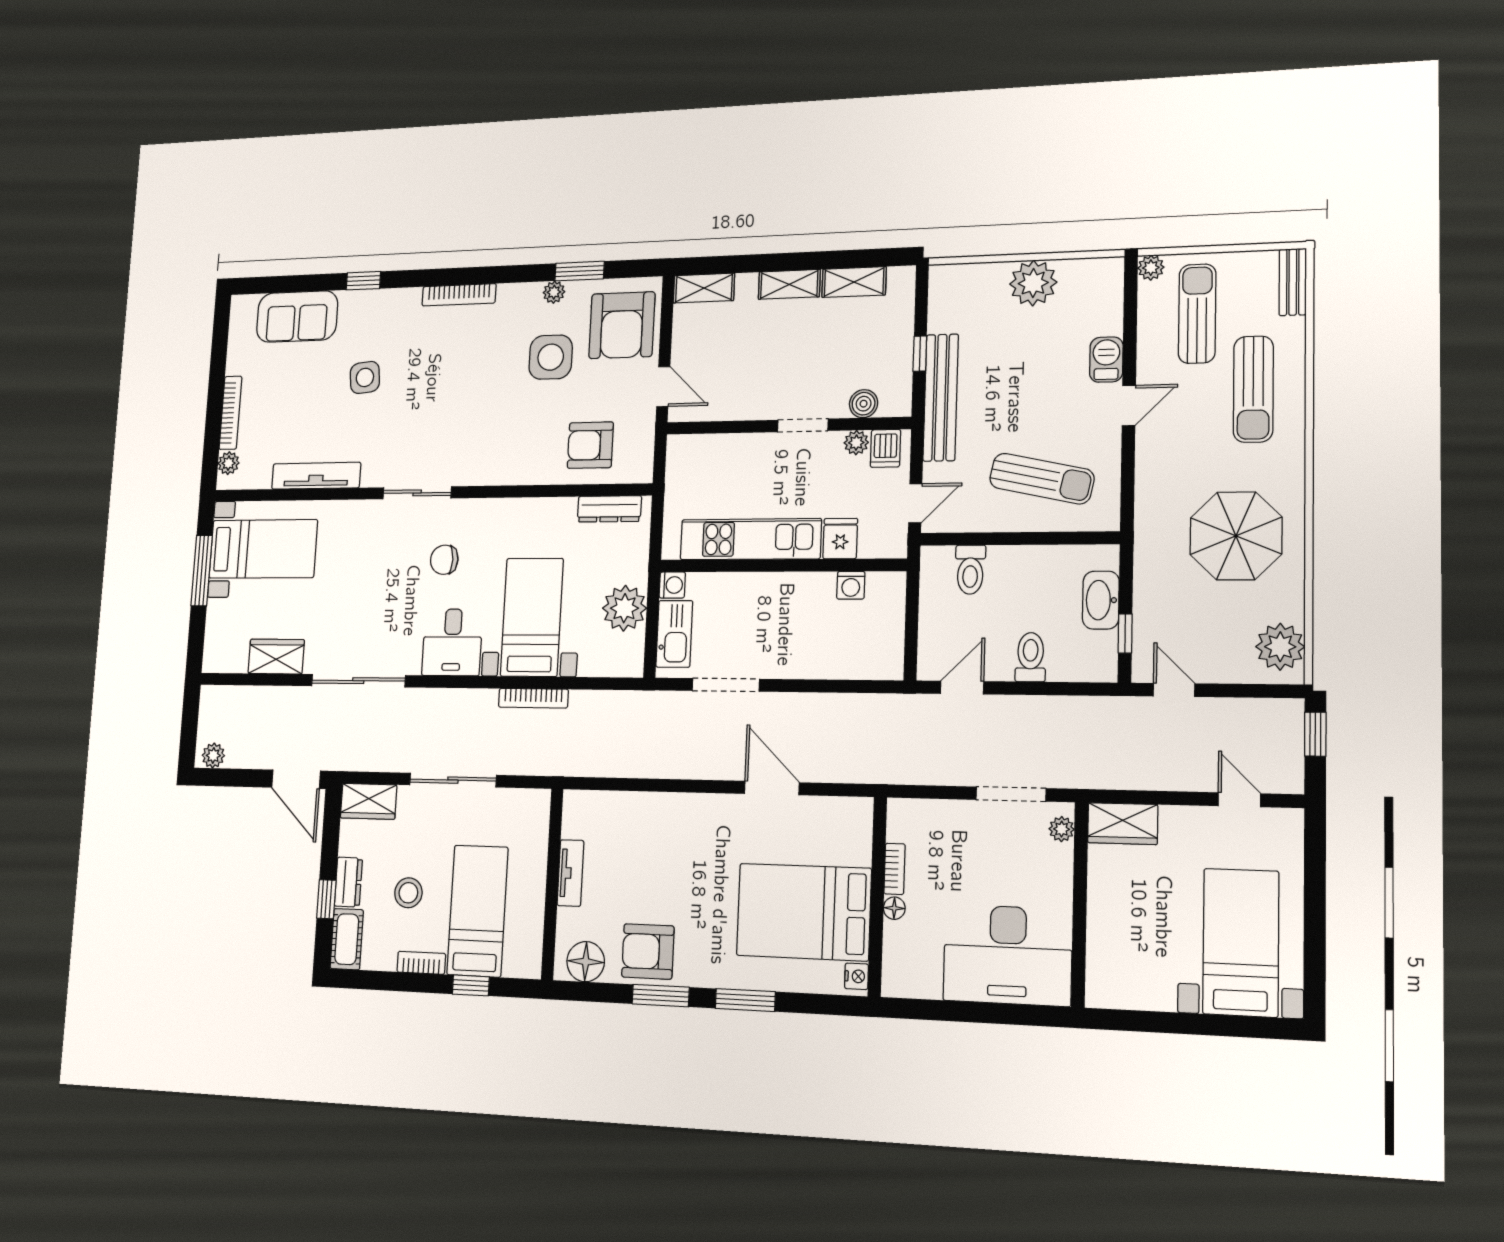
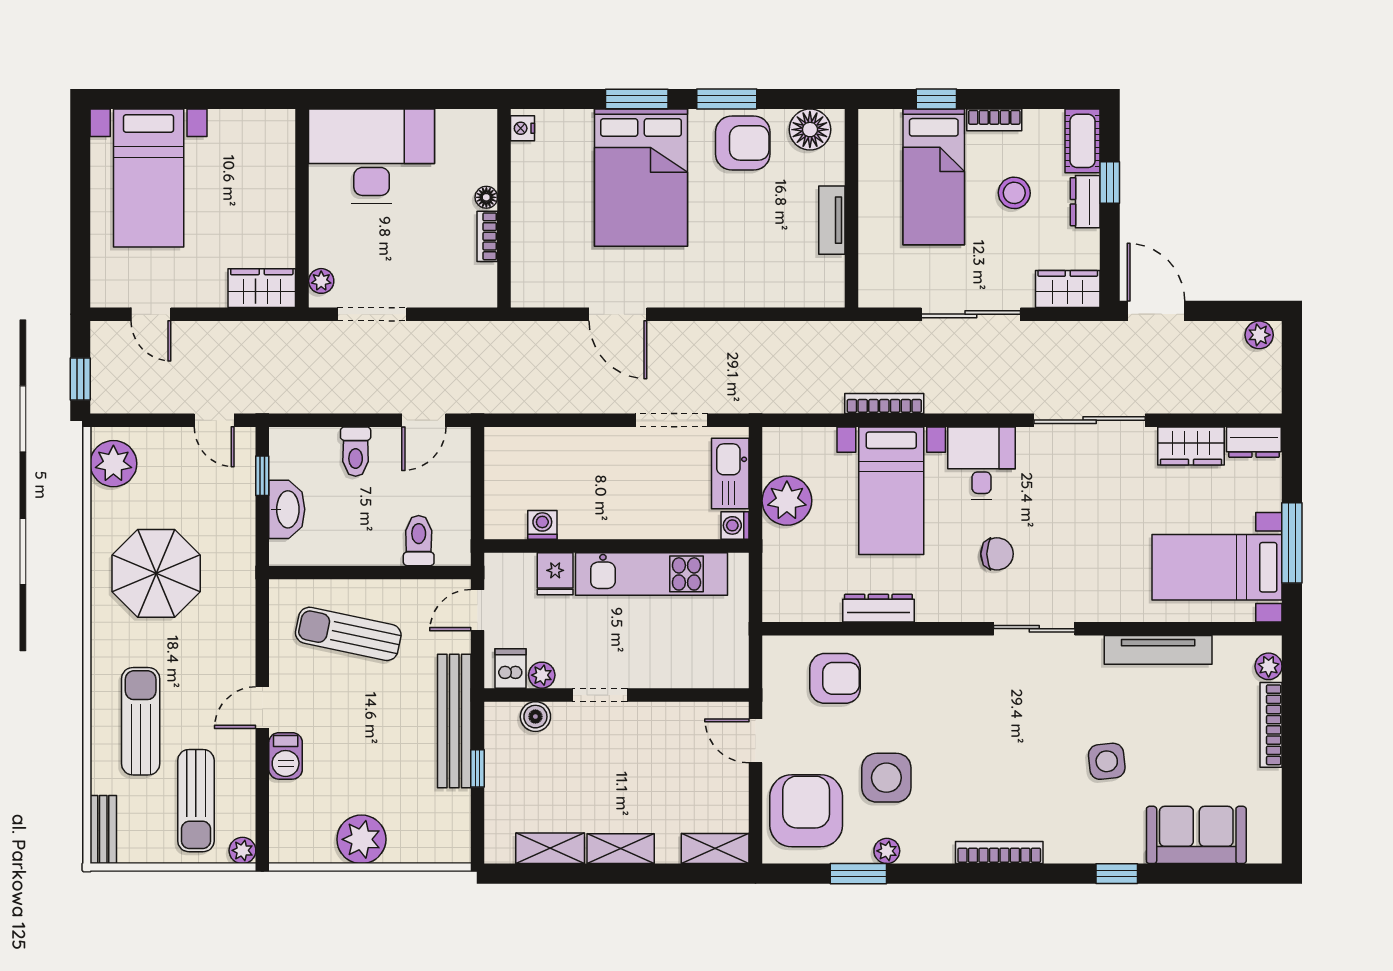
dresser: (609, 509) -> (878, 608), moved
dresser: (225, 660) -> (1254, 442), added
bed: (804, 912) -> (641, 178), moved, turned 90

